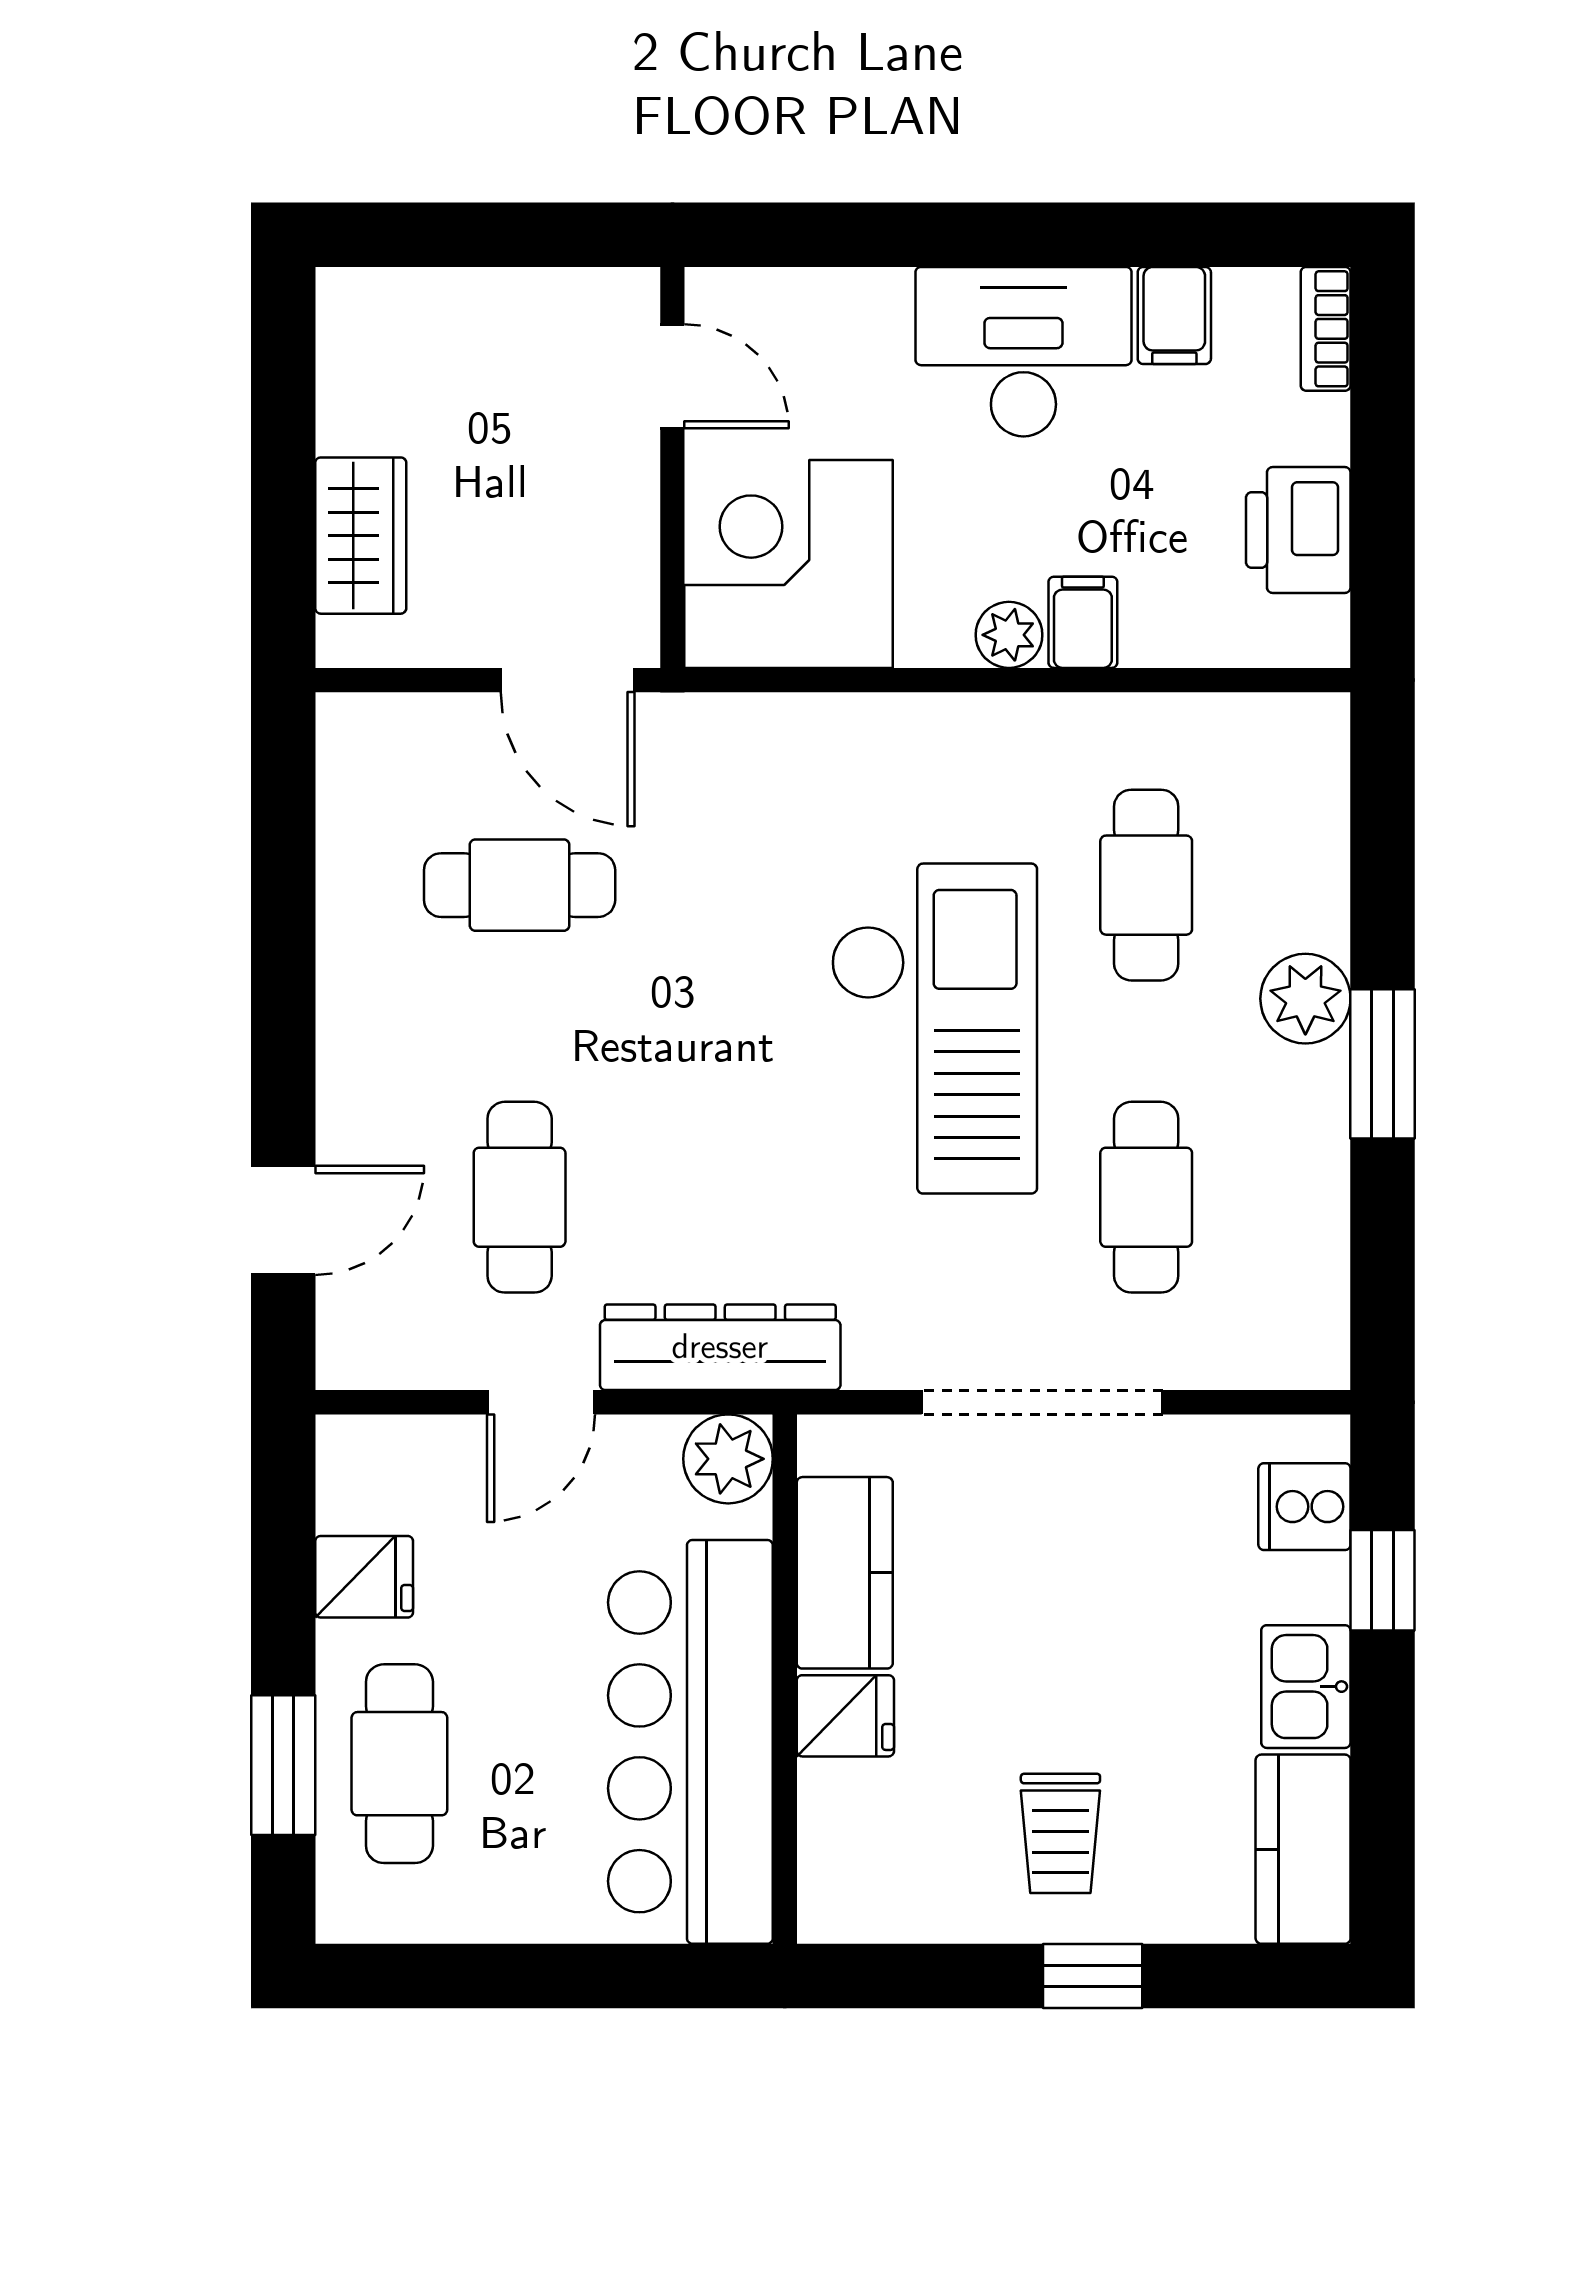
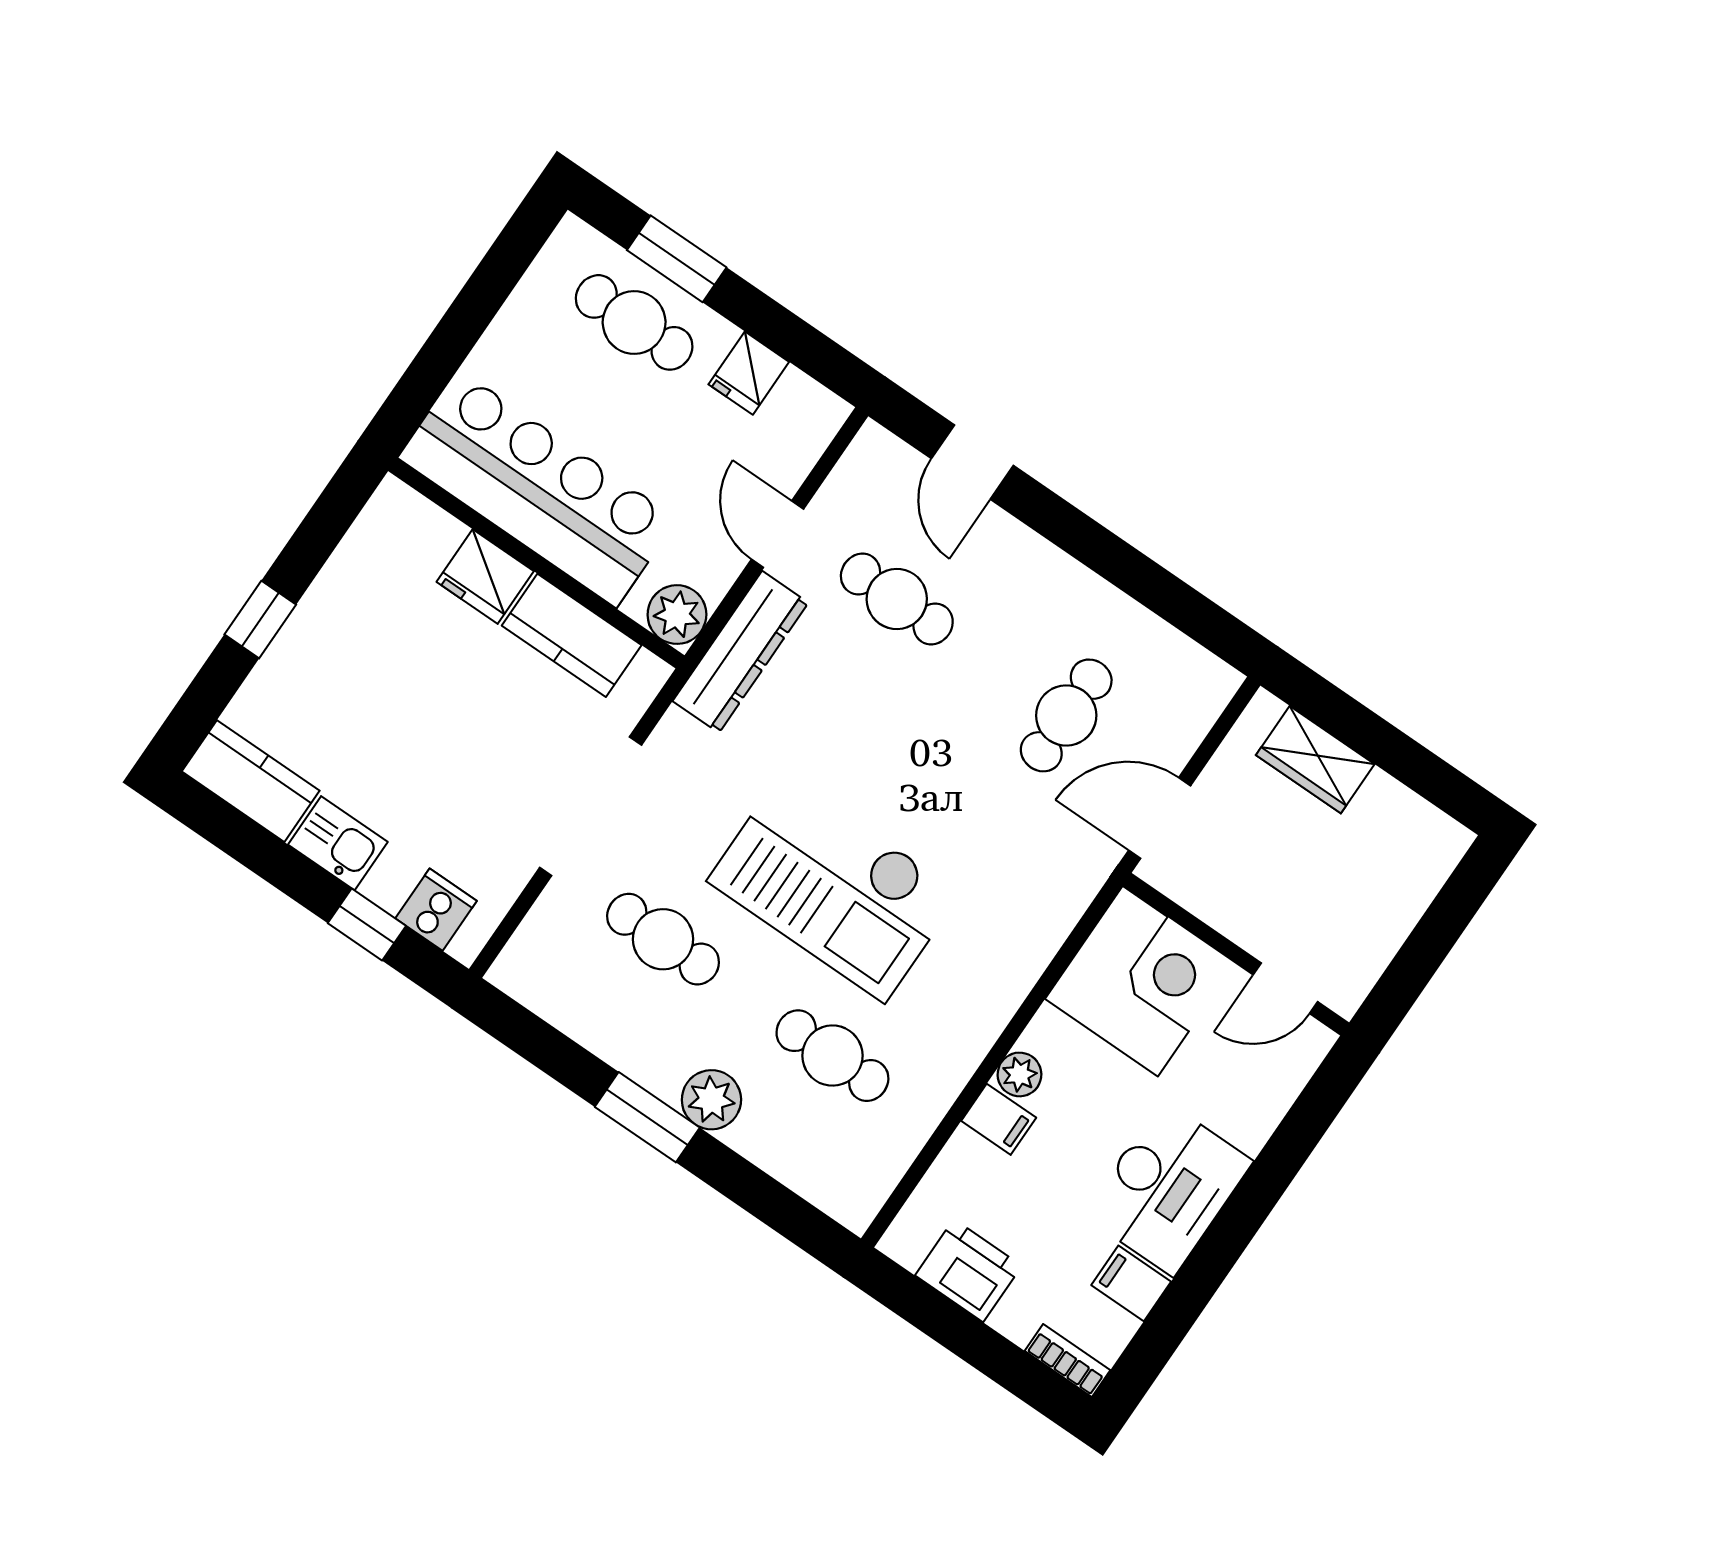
fridge: (845, 1716) -> (485, 577), width x1.38
trolley: (1060, 1833) -> (350, 655), removed

